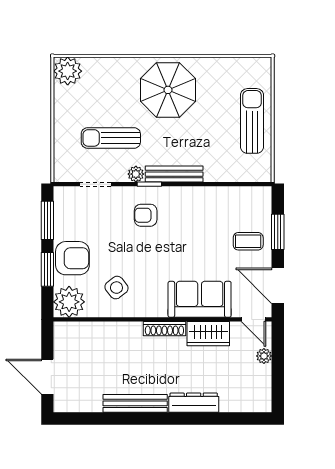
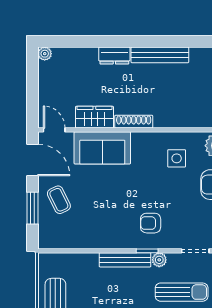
armchair: (146, 215) -> (151, 223), turned 180
coffee table: (248, 241) -> (59, 200), turned 64
side table: (116, 288) -> (177, 158), turned 38
plant: (264, 356) -> (45, 54), moved
dresser: (194, 403) -> (114, 55), width x0.70

